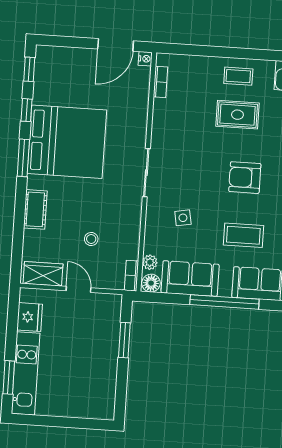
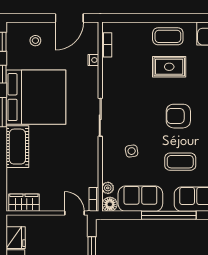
nightstand: (145, 59) -> (93, 60), moved
coffee table: (238, 76) -> (168, 36), width x1.36, depth x1.30
cot: (35, 209) -> (17, 147), width x1.37, depth x1.34
stool: (91, 239) -> (35, 41), moved
door: (79, 289) -> (74, 213), moved

